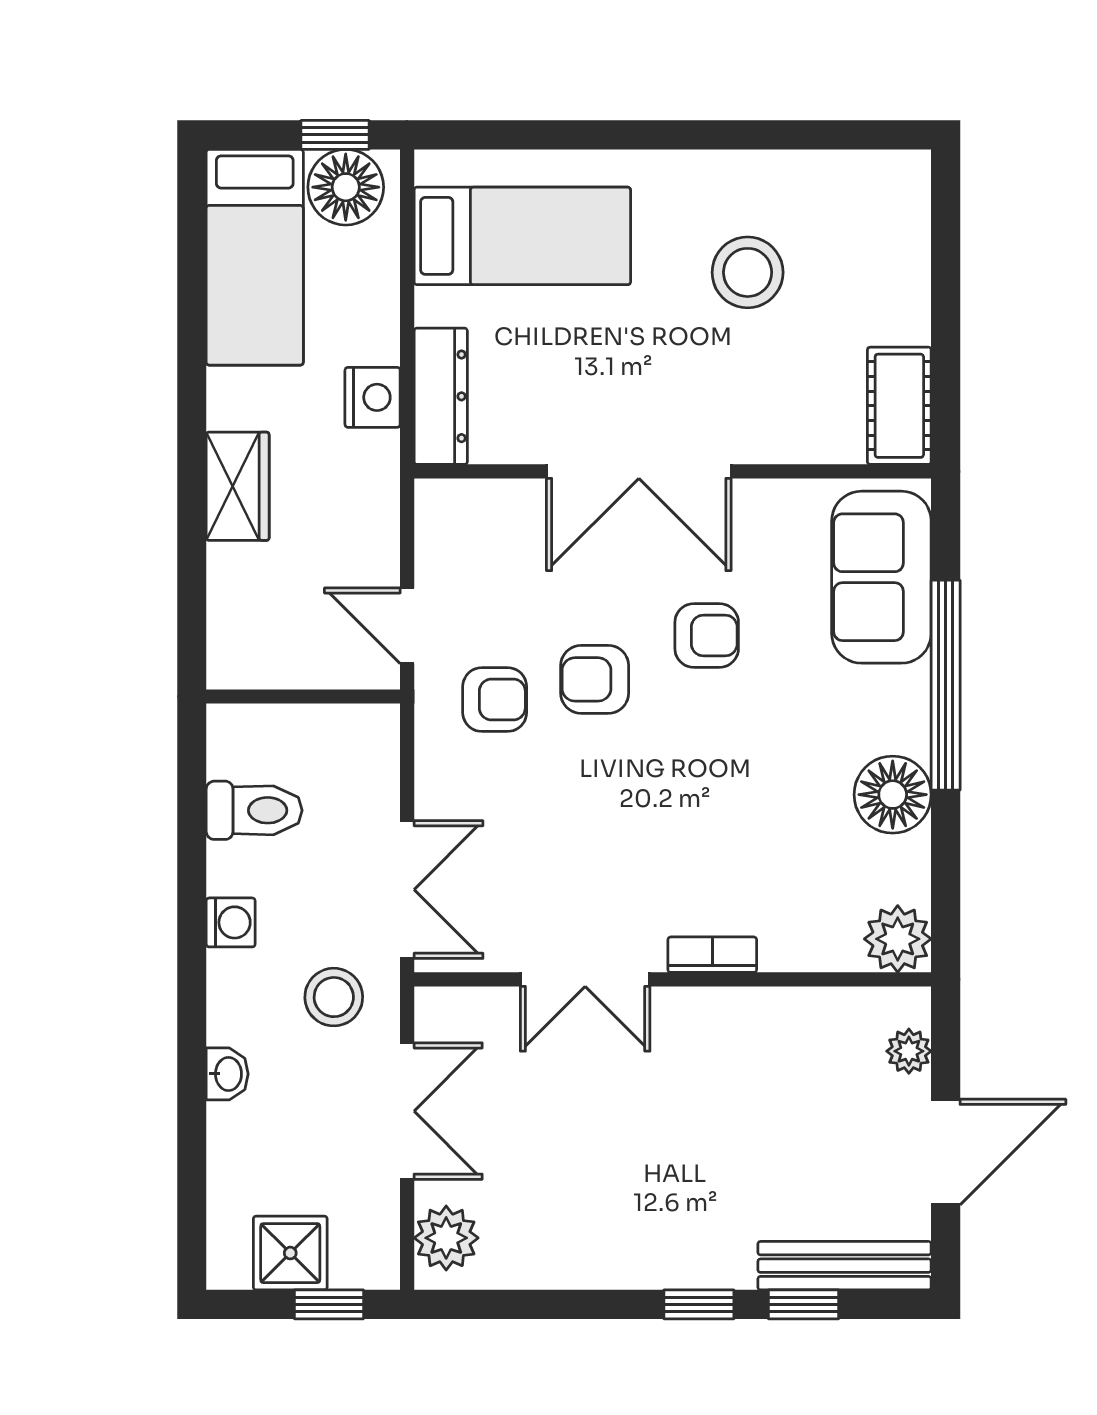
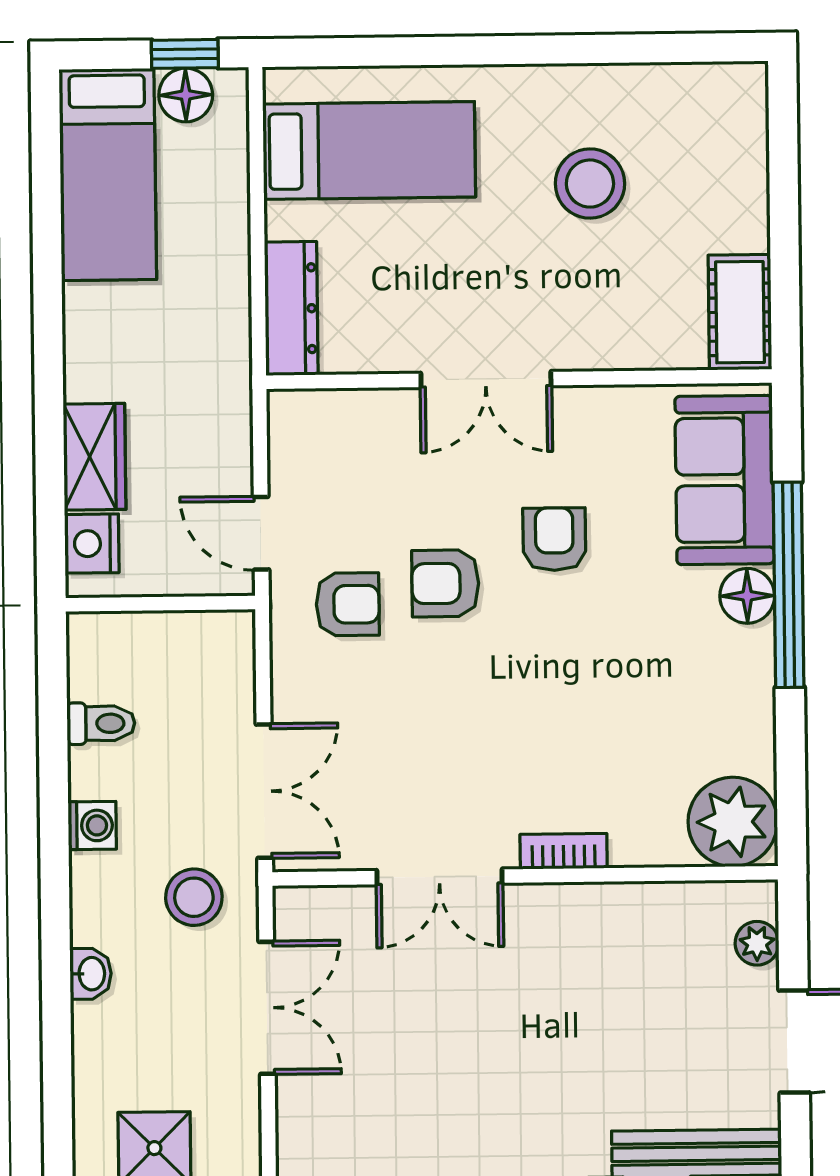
floor lamp: (346, 187) -> (186, 95), width x0.73, depth x0.73
nightstand: (373, 397) -> (92, 544), moved, turned 180
double door: (639, 471) -> (486, 379), width x0.73
wardrobe: (238, 486) -> (94, 457), moved
armchair: (707, 635) -> (554, 539), turned -90
floor lamp: (893, 795) -> (747, 596), moved, width x0.73, depth x0.73
toilet: (254, 810) -> (101, 723), width x0.73, depth x0.72
plant: (898, 939) -> (733, 822), width x1.36, depth x1.36
plant: (446, 1238) -> (307, 1131), removed

